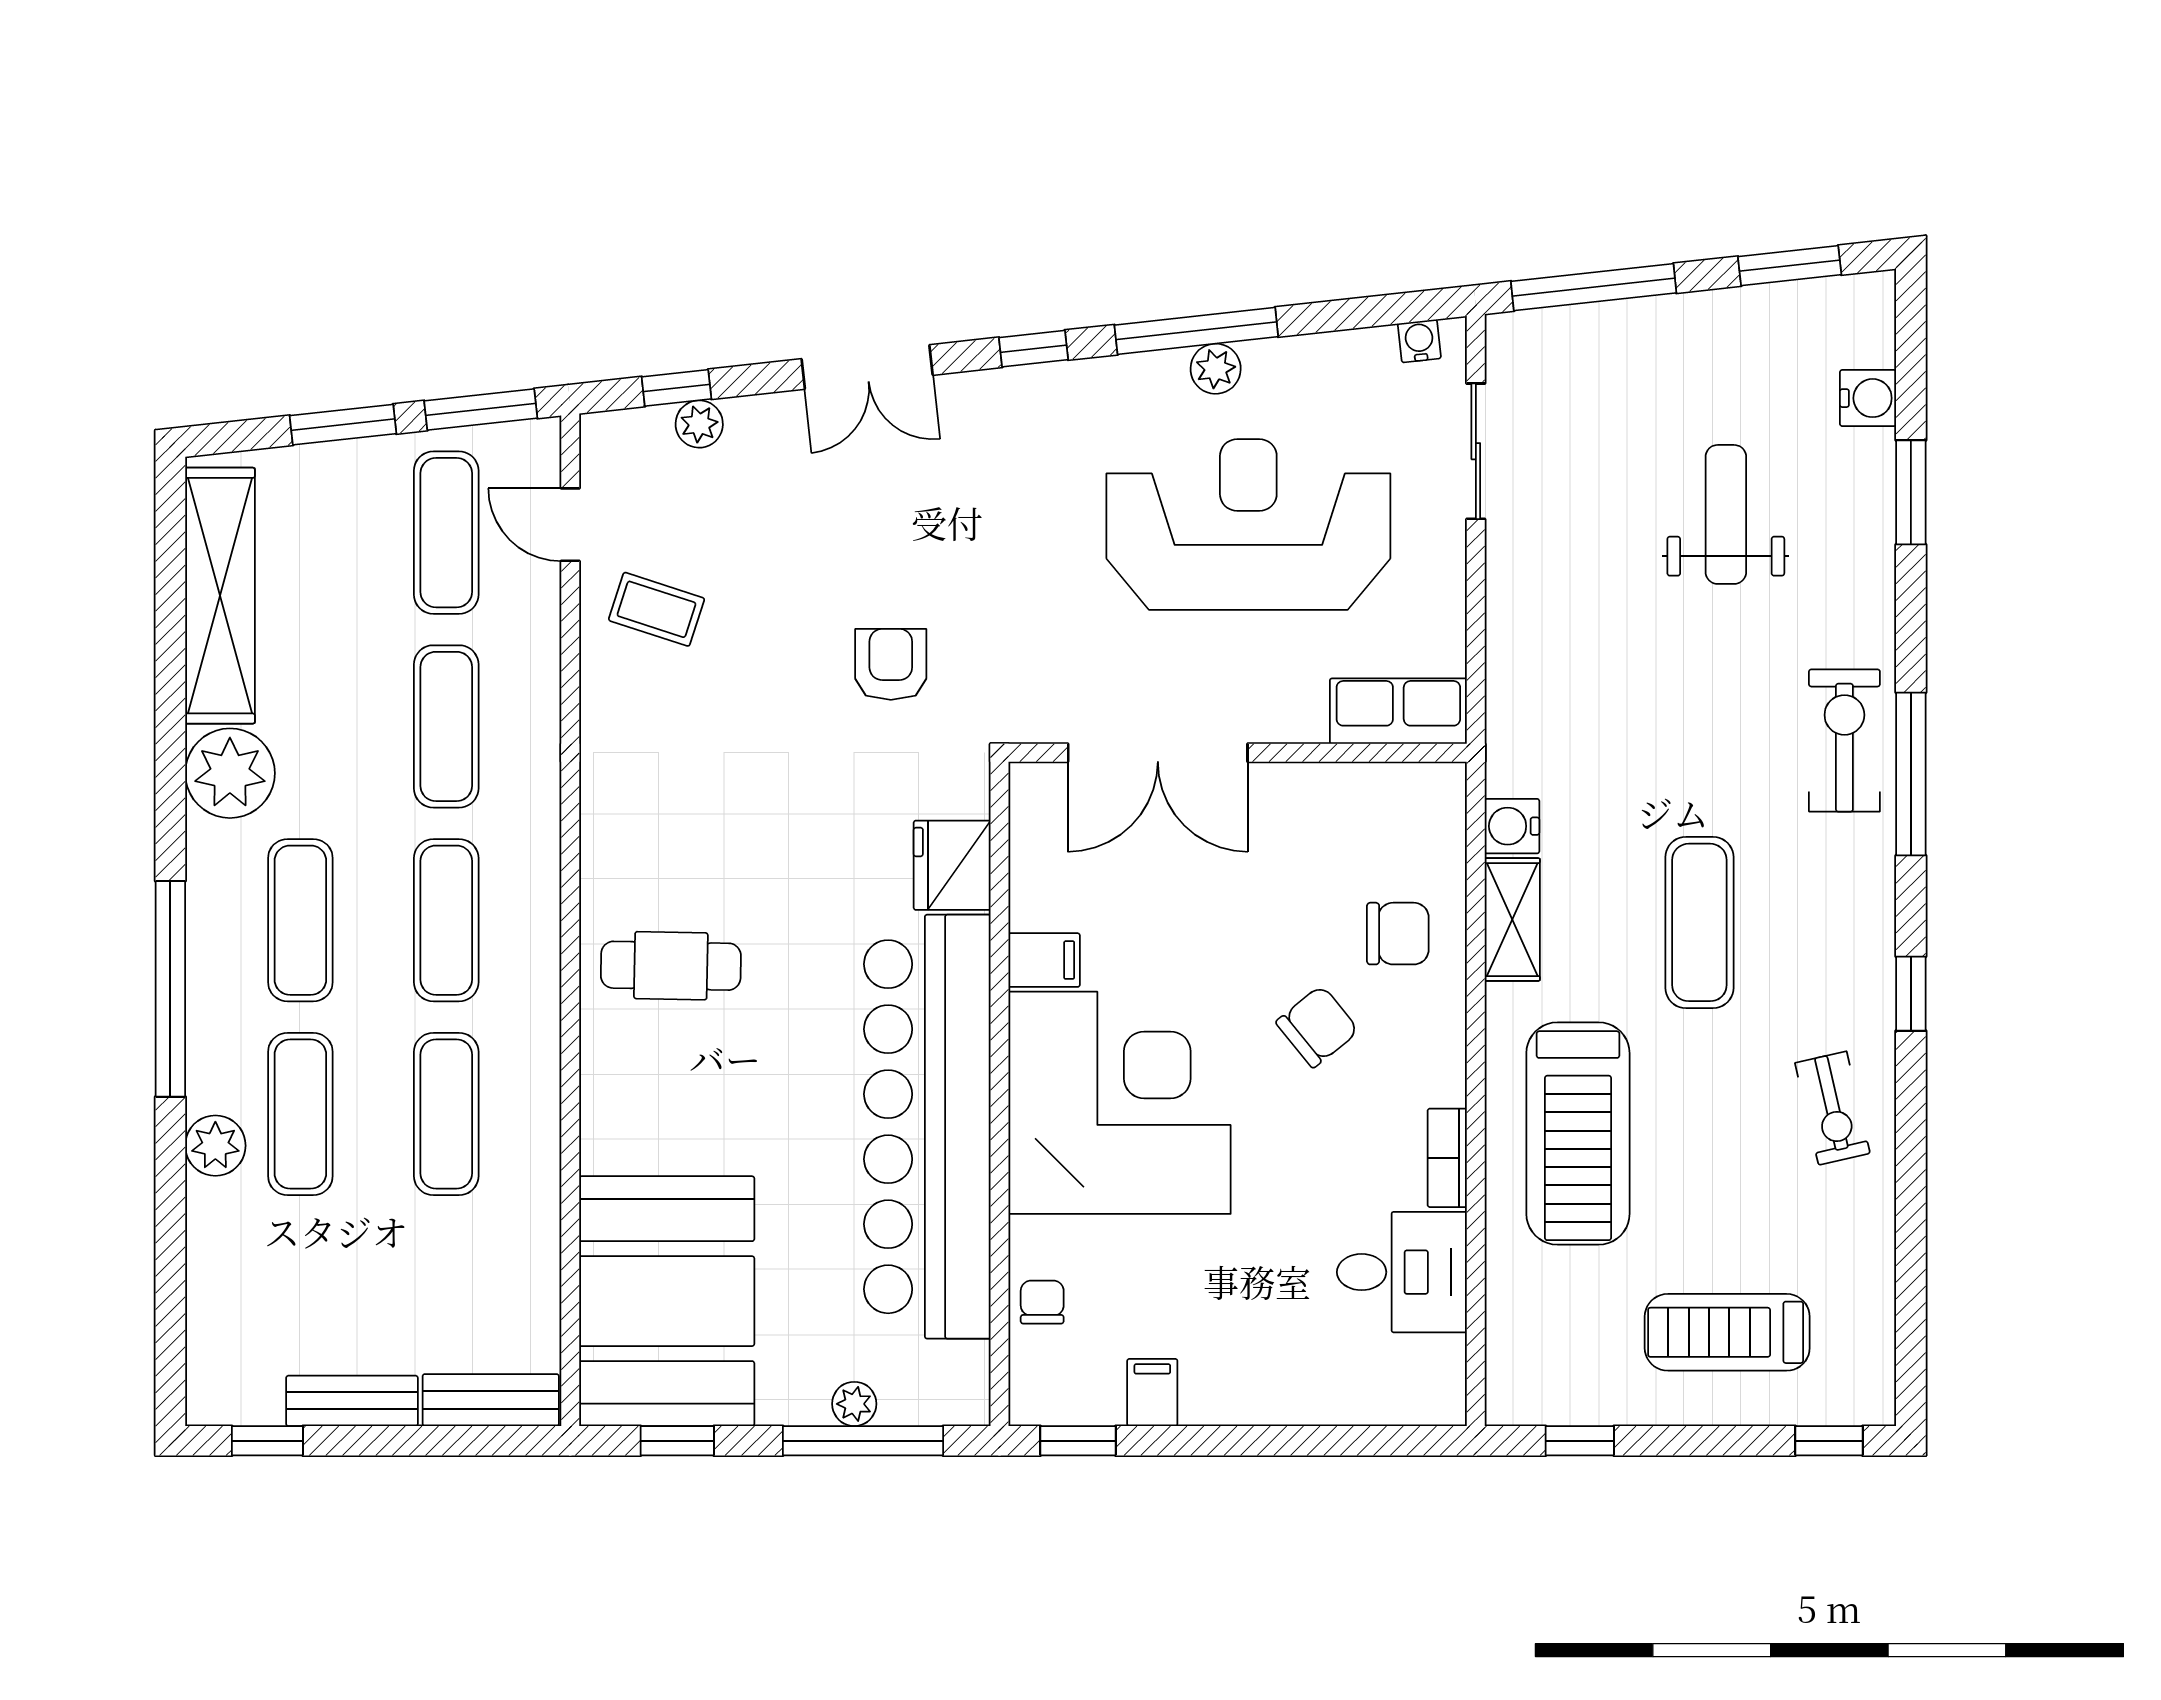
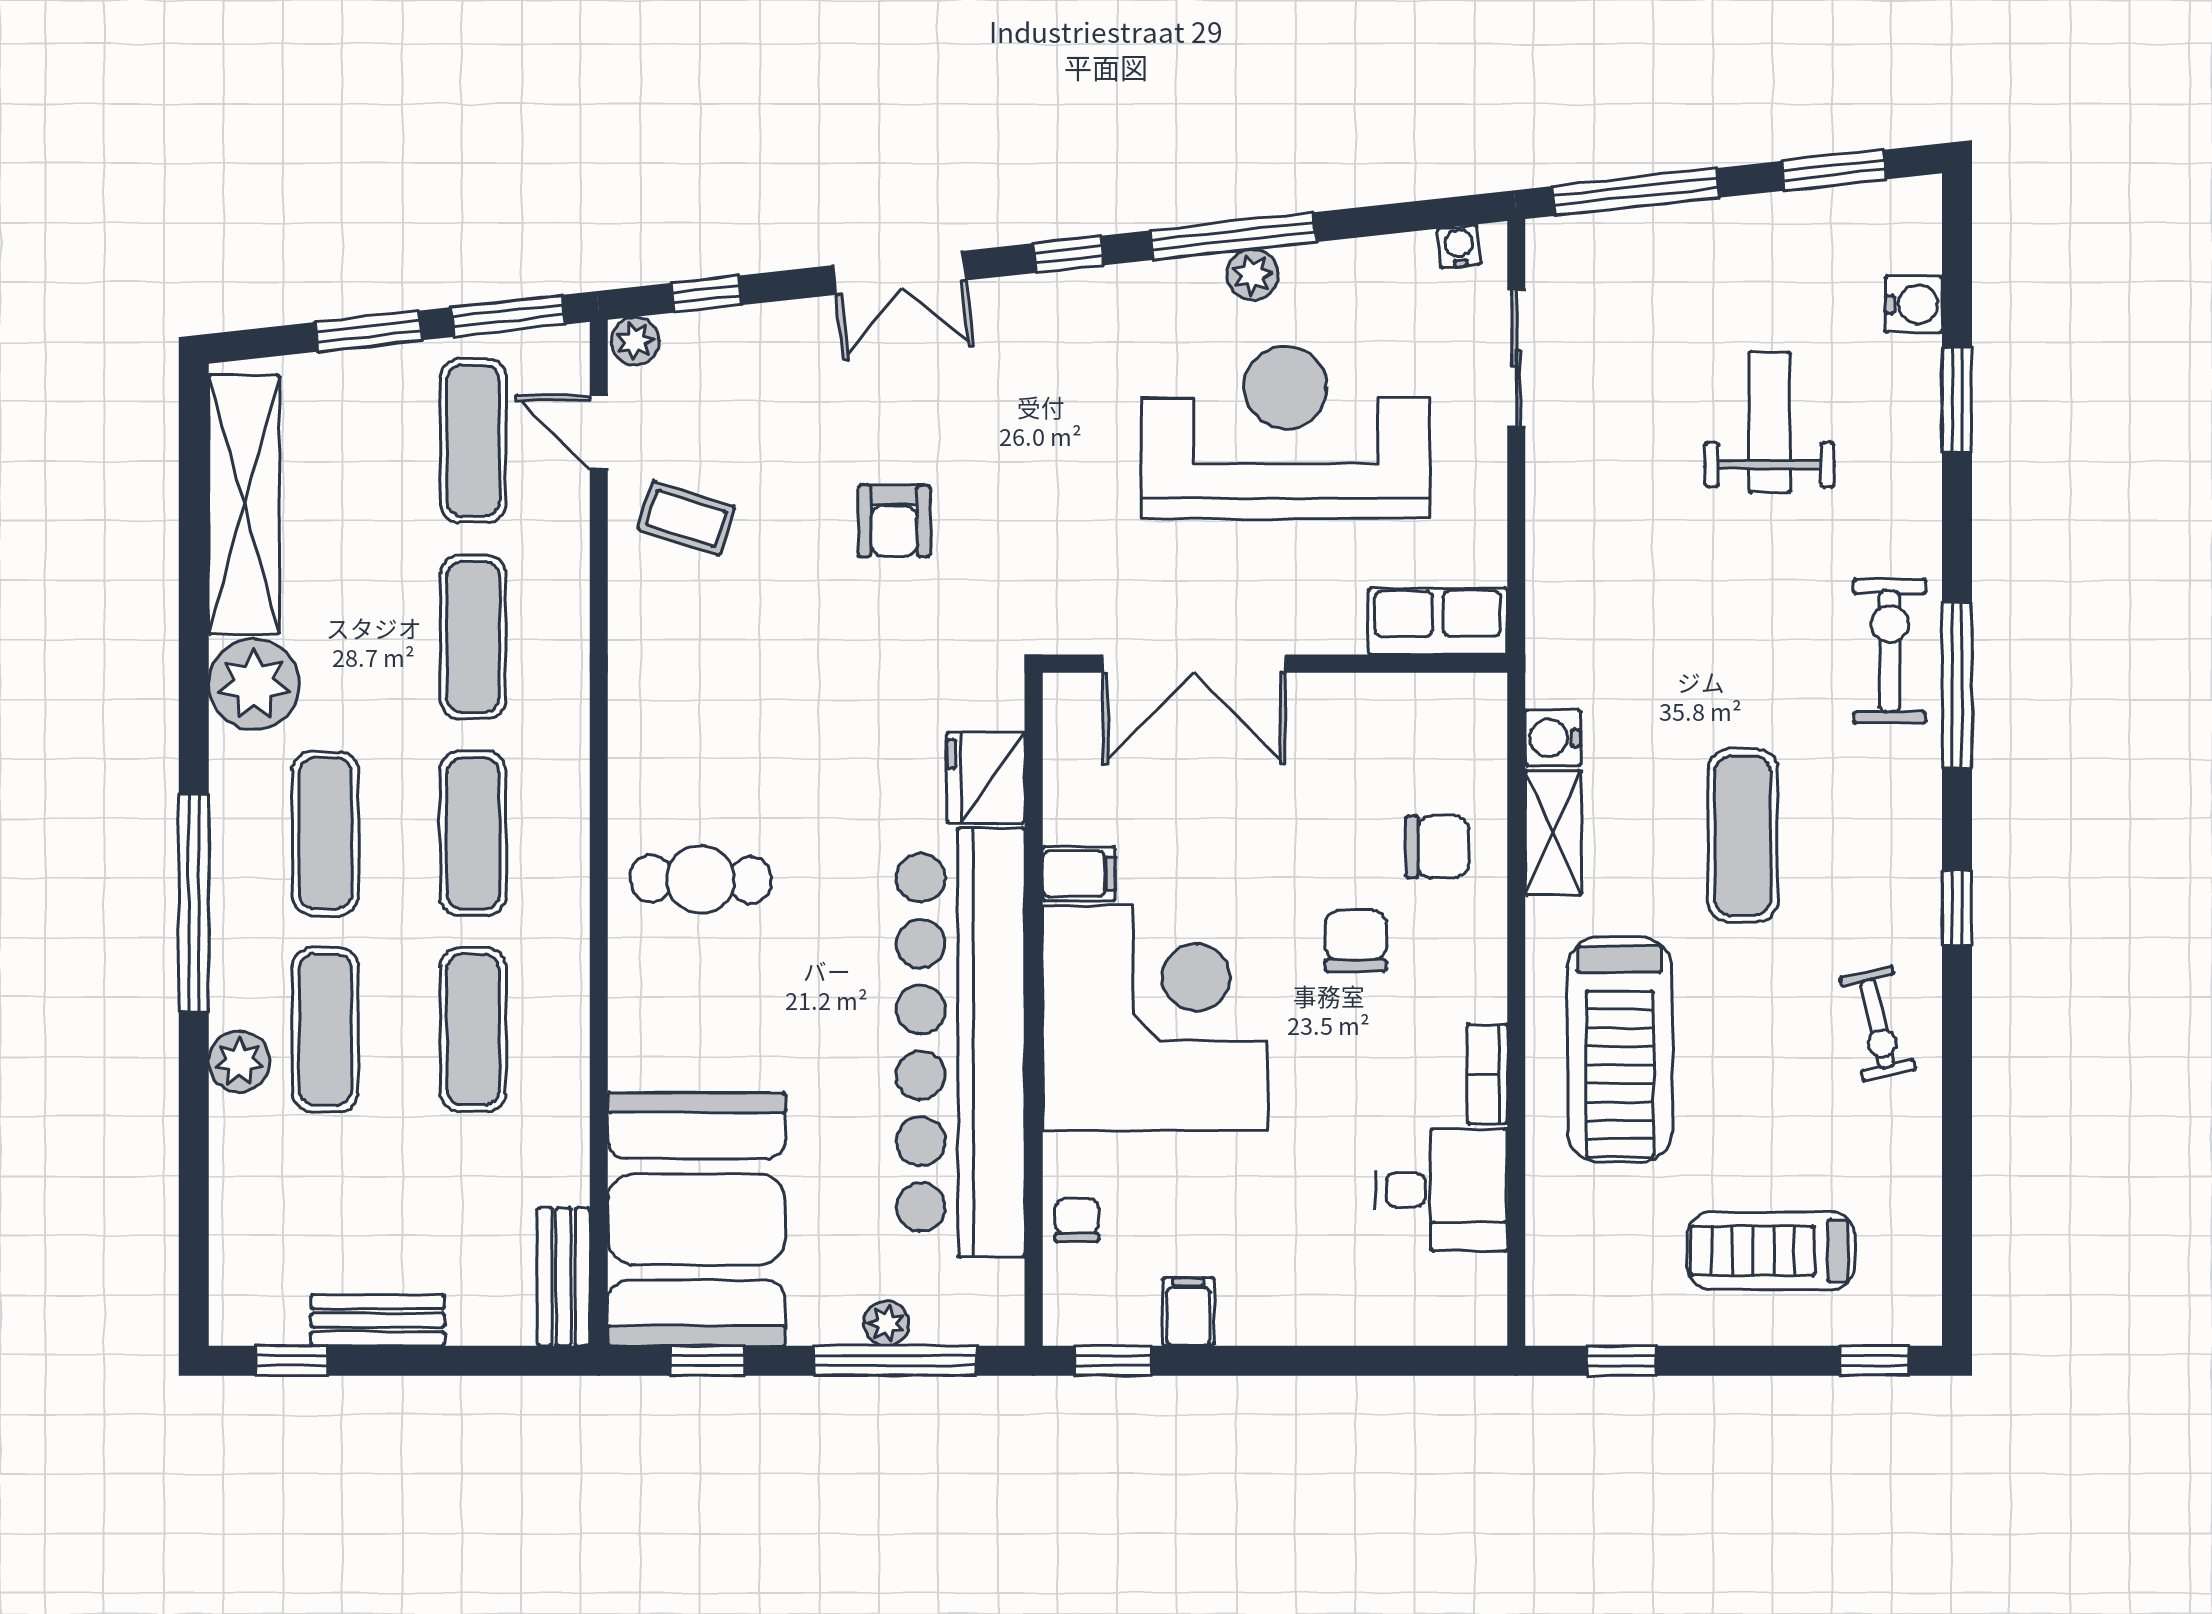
plant: (699, 424) -> (635, 341), moved
armchair: (891, 664) -> (894, 521), moved, turned 180
chair: (1317, 1026) -> (1356, 941), turned -51
bench: (491, 1400) -> (563, 1277), moved, turned 90

